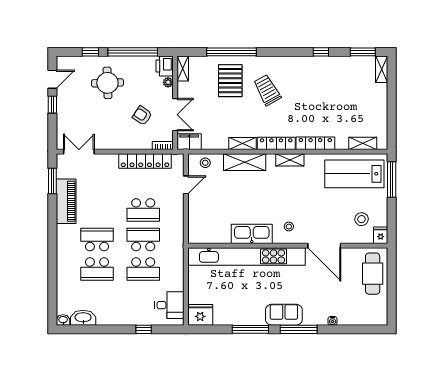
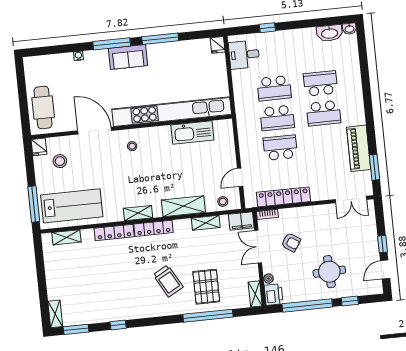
shelving: (243, 144) -> (206, 223), moved
kitchen sink: (252, 234) -> (192, 133), moved
school desk: (143, 269) -> (274, 88), turned 180
fridge: (200, 315) -> (218, 45), width x0.53, depth x0.75

